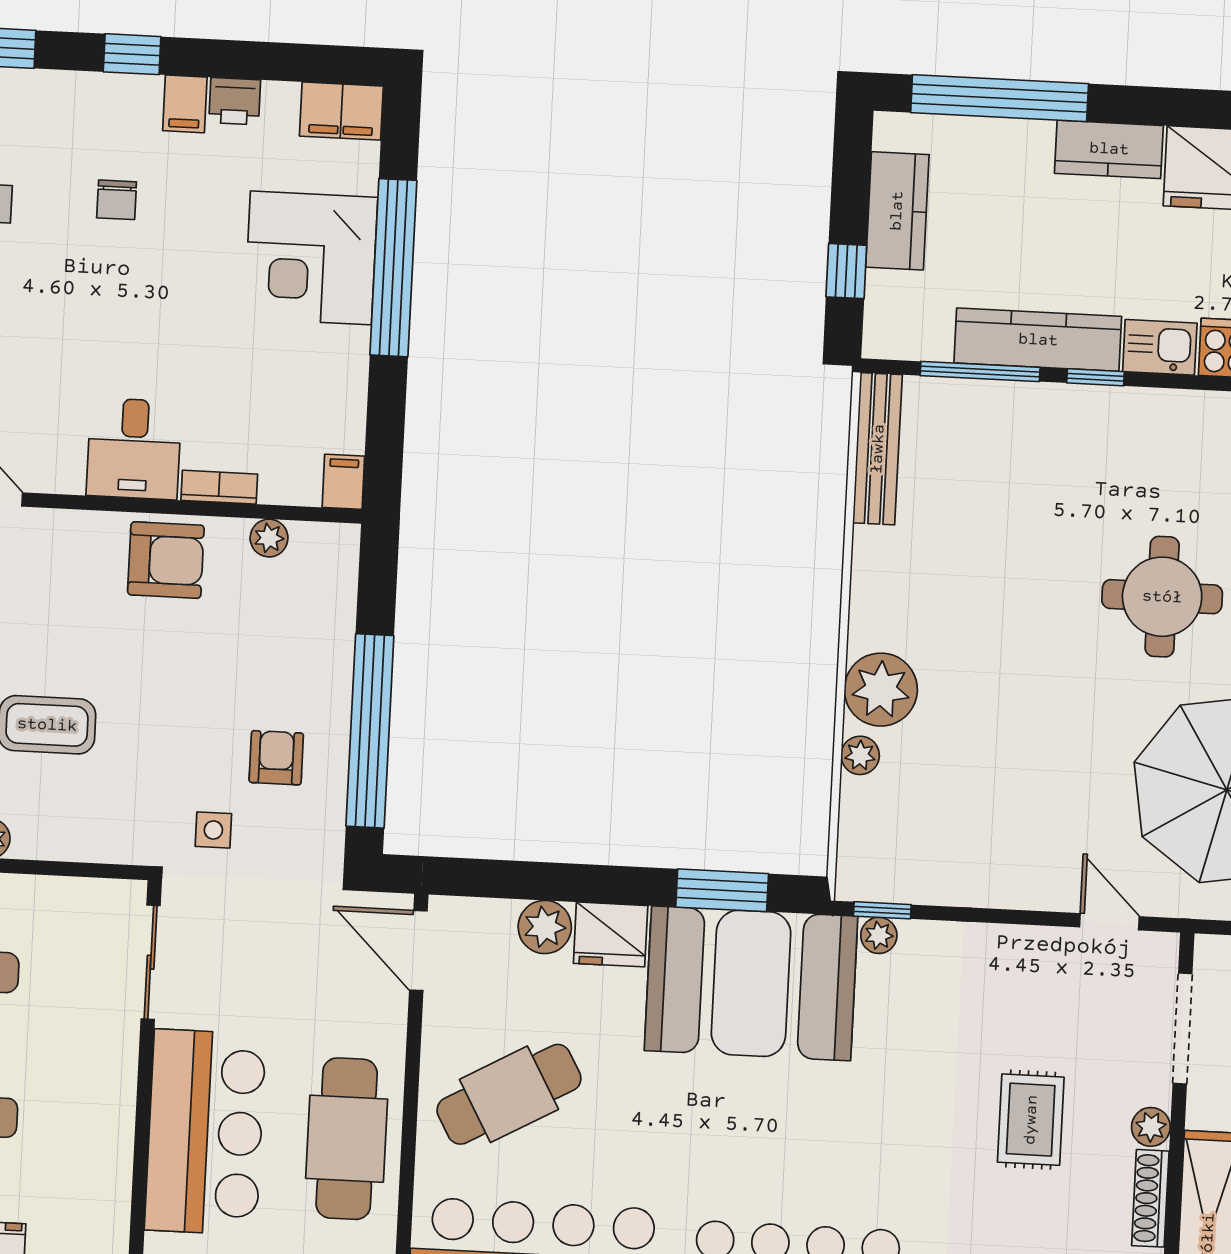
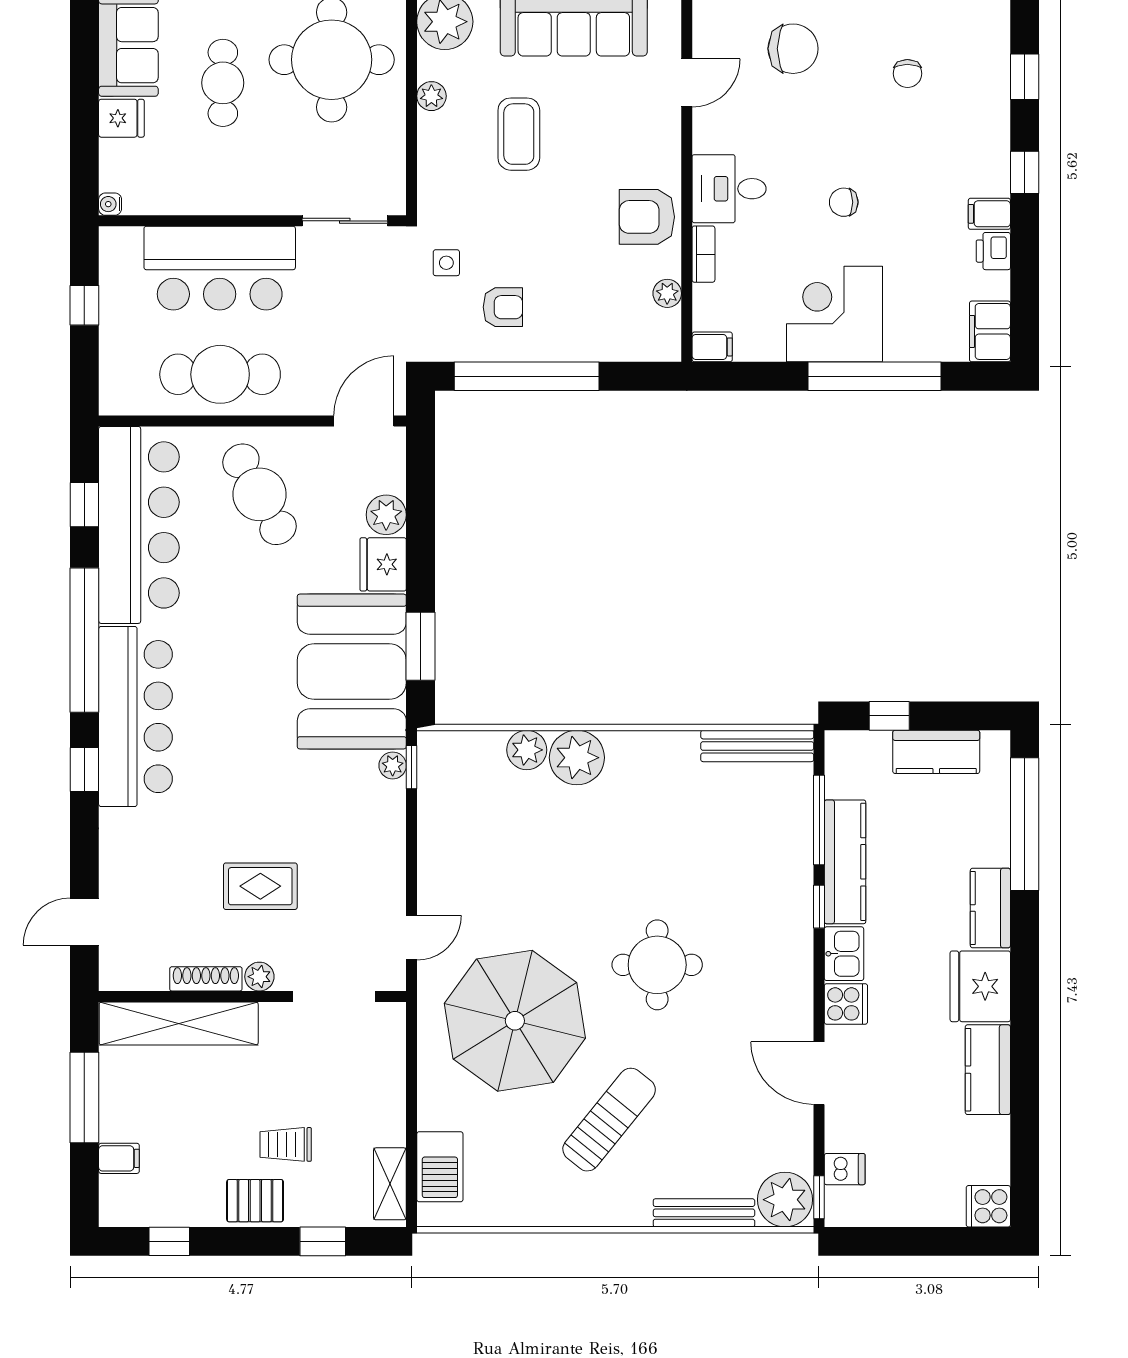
chair: (117, 200) -> (844, 202), moved
corner desk: (311, 258) -> (834, 314), moved
armchair: (166, 560) -> (647, 217), turned 90
plant: (860, 755) -> (527, 750), width x1.38, depth x1.38

